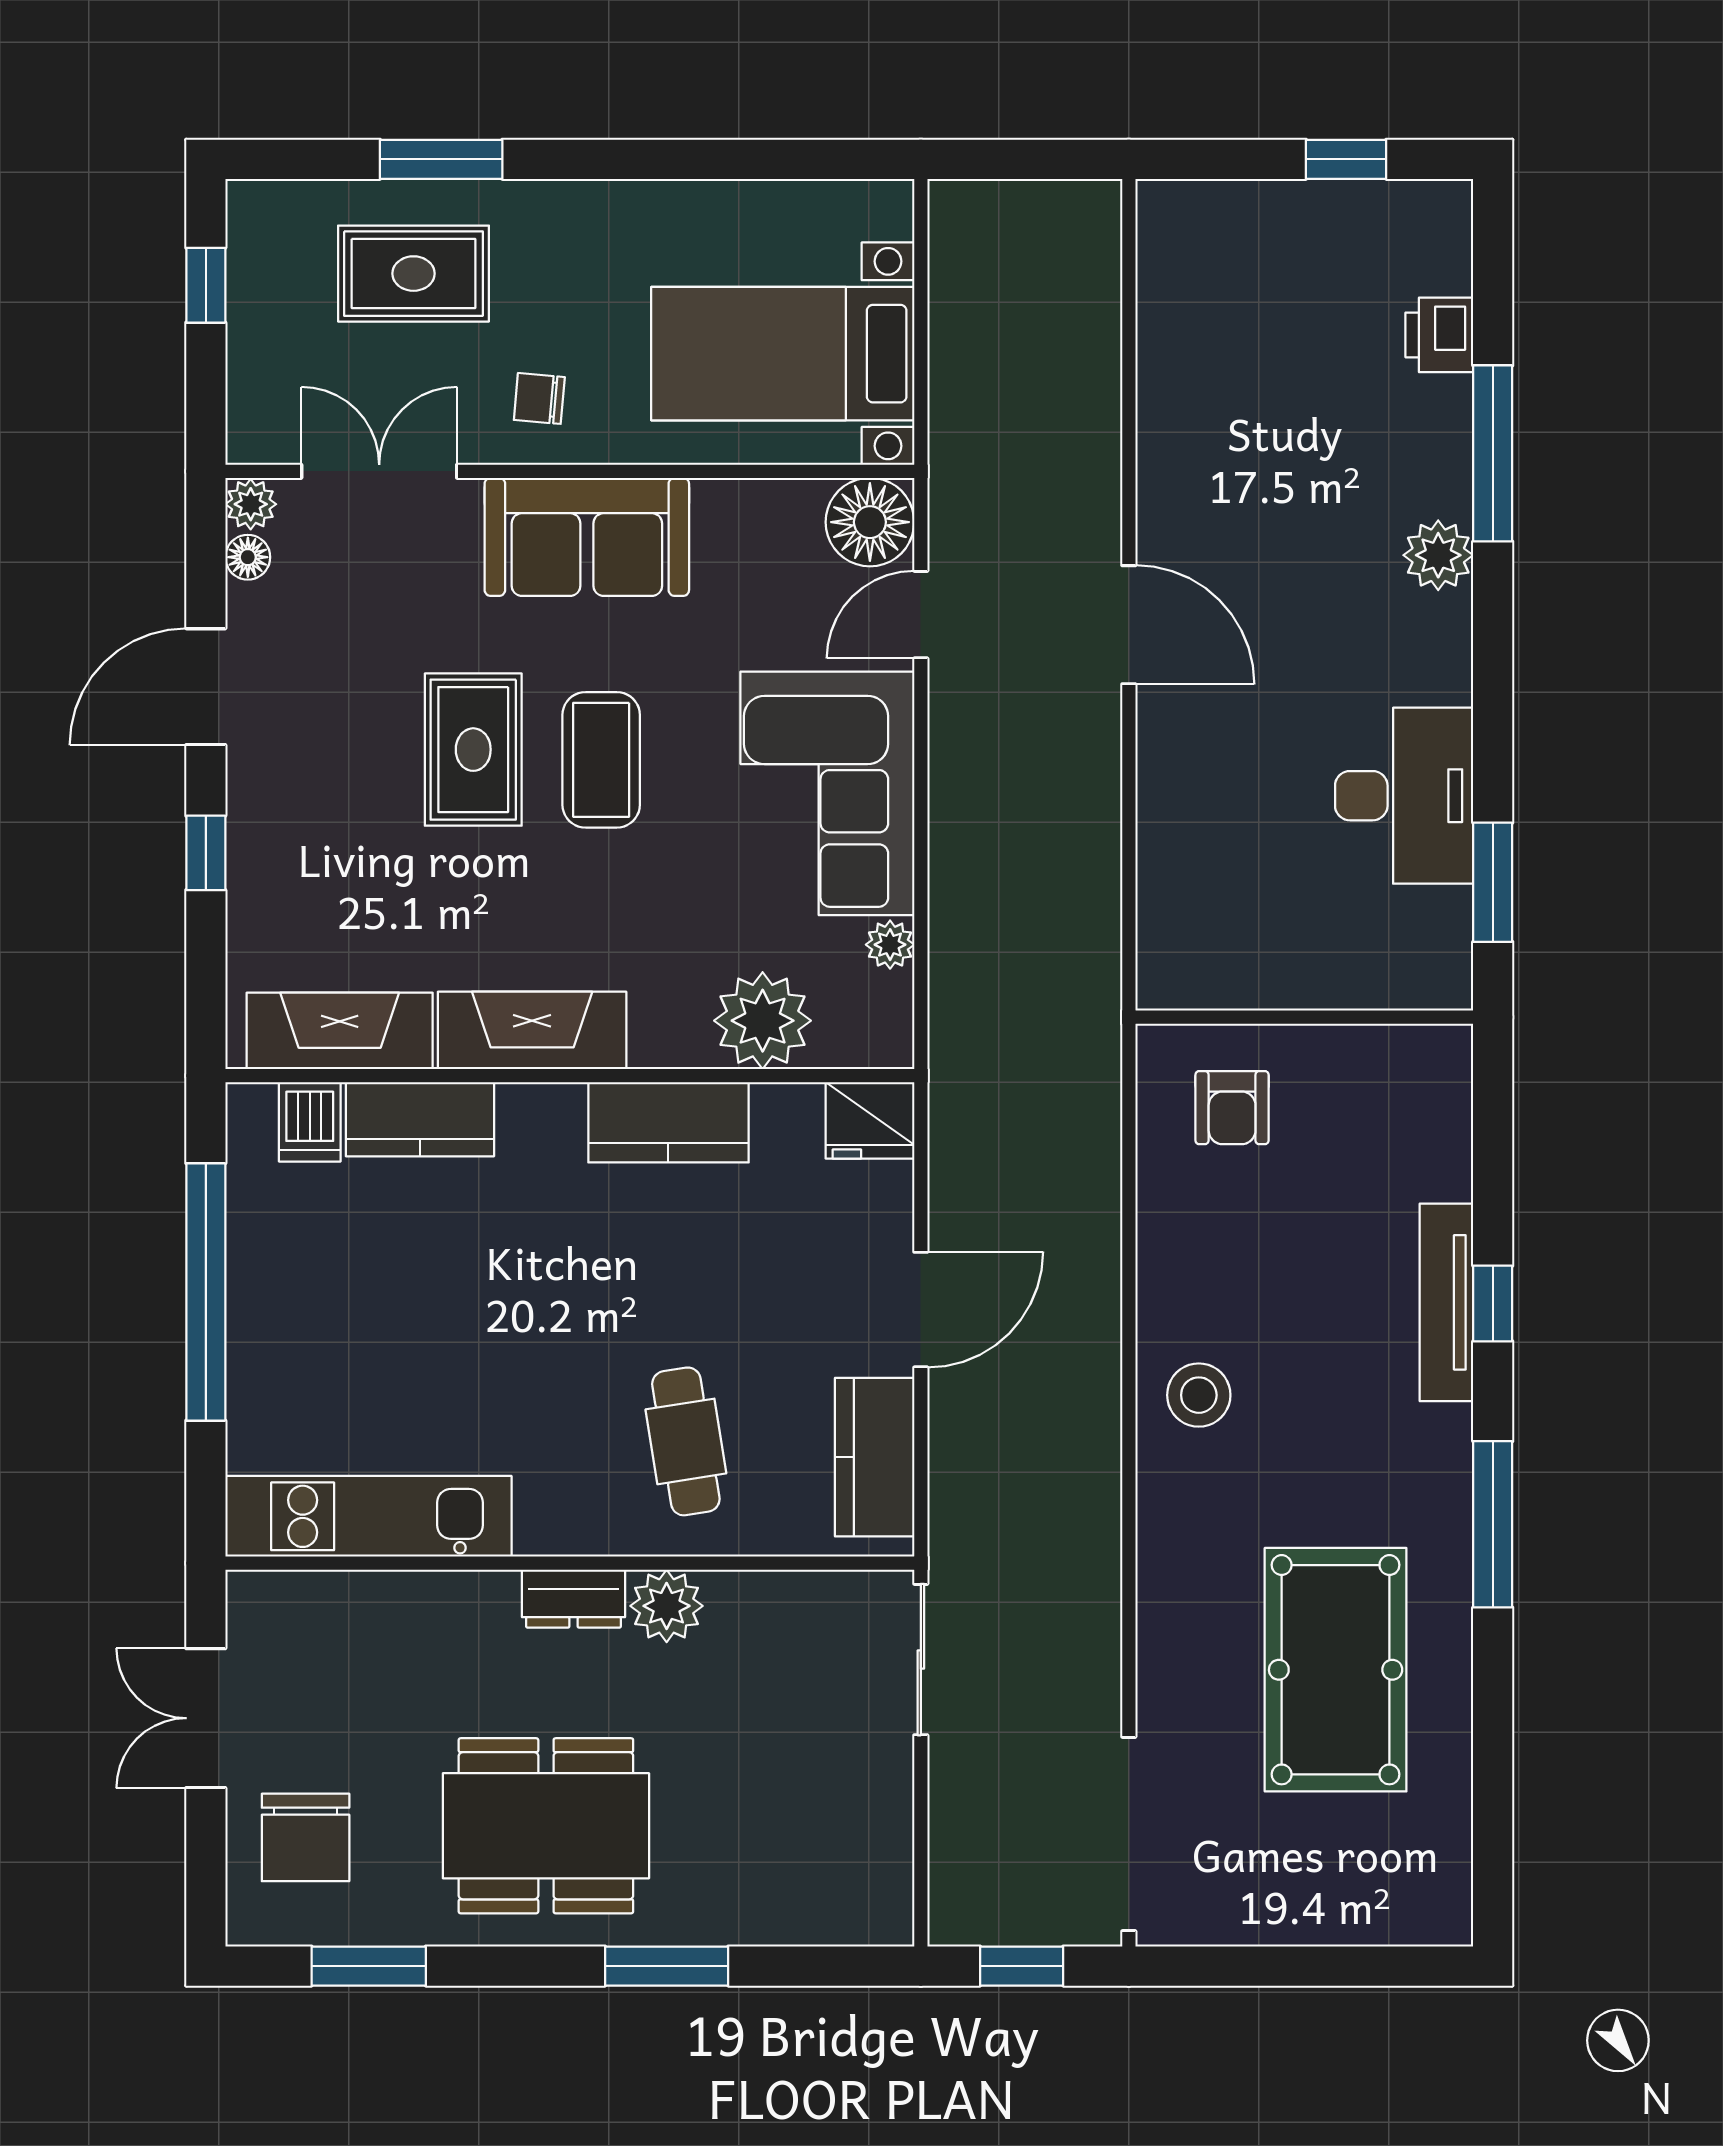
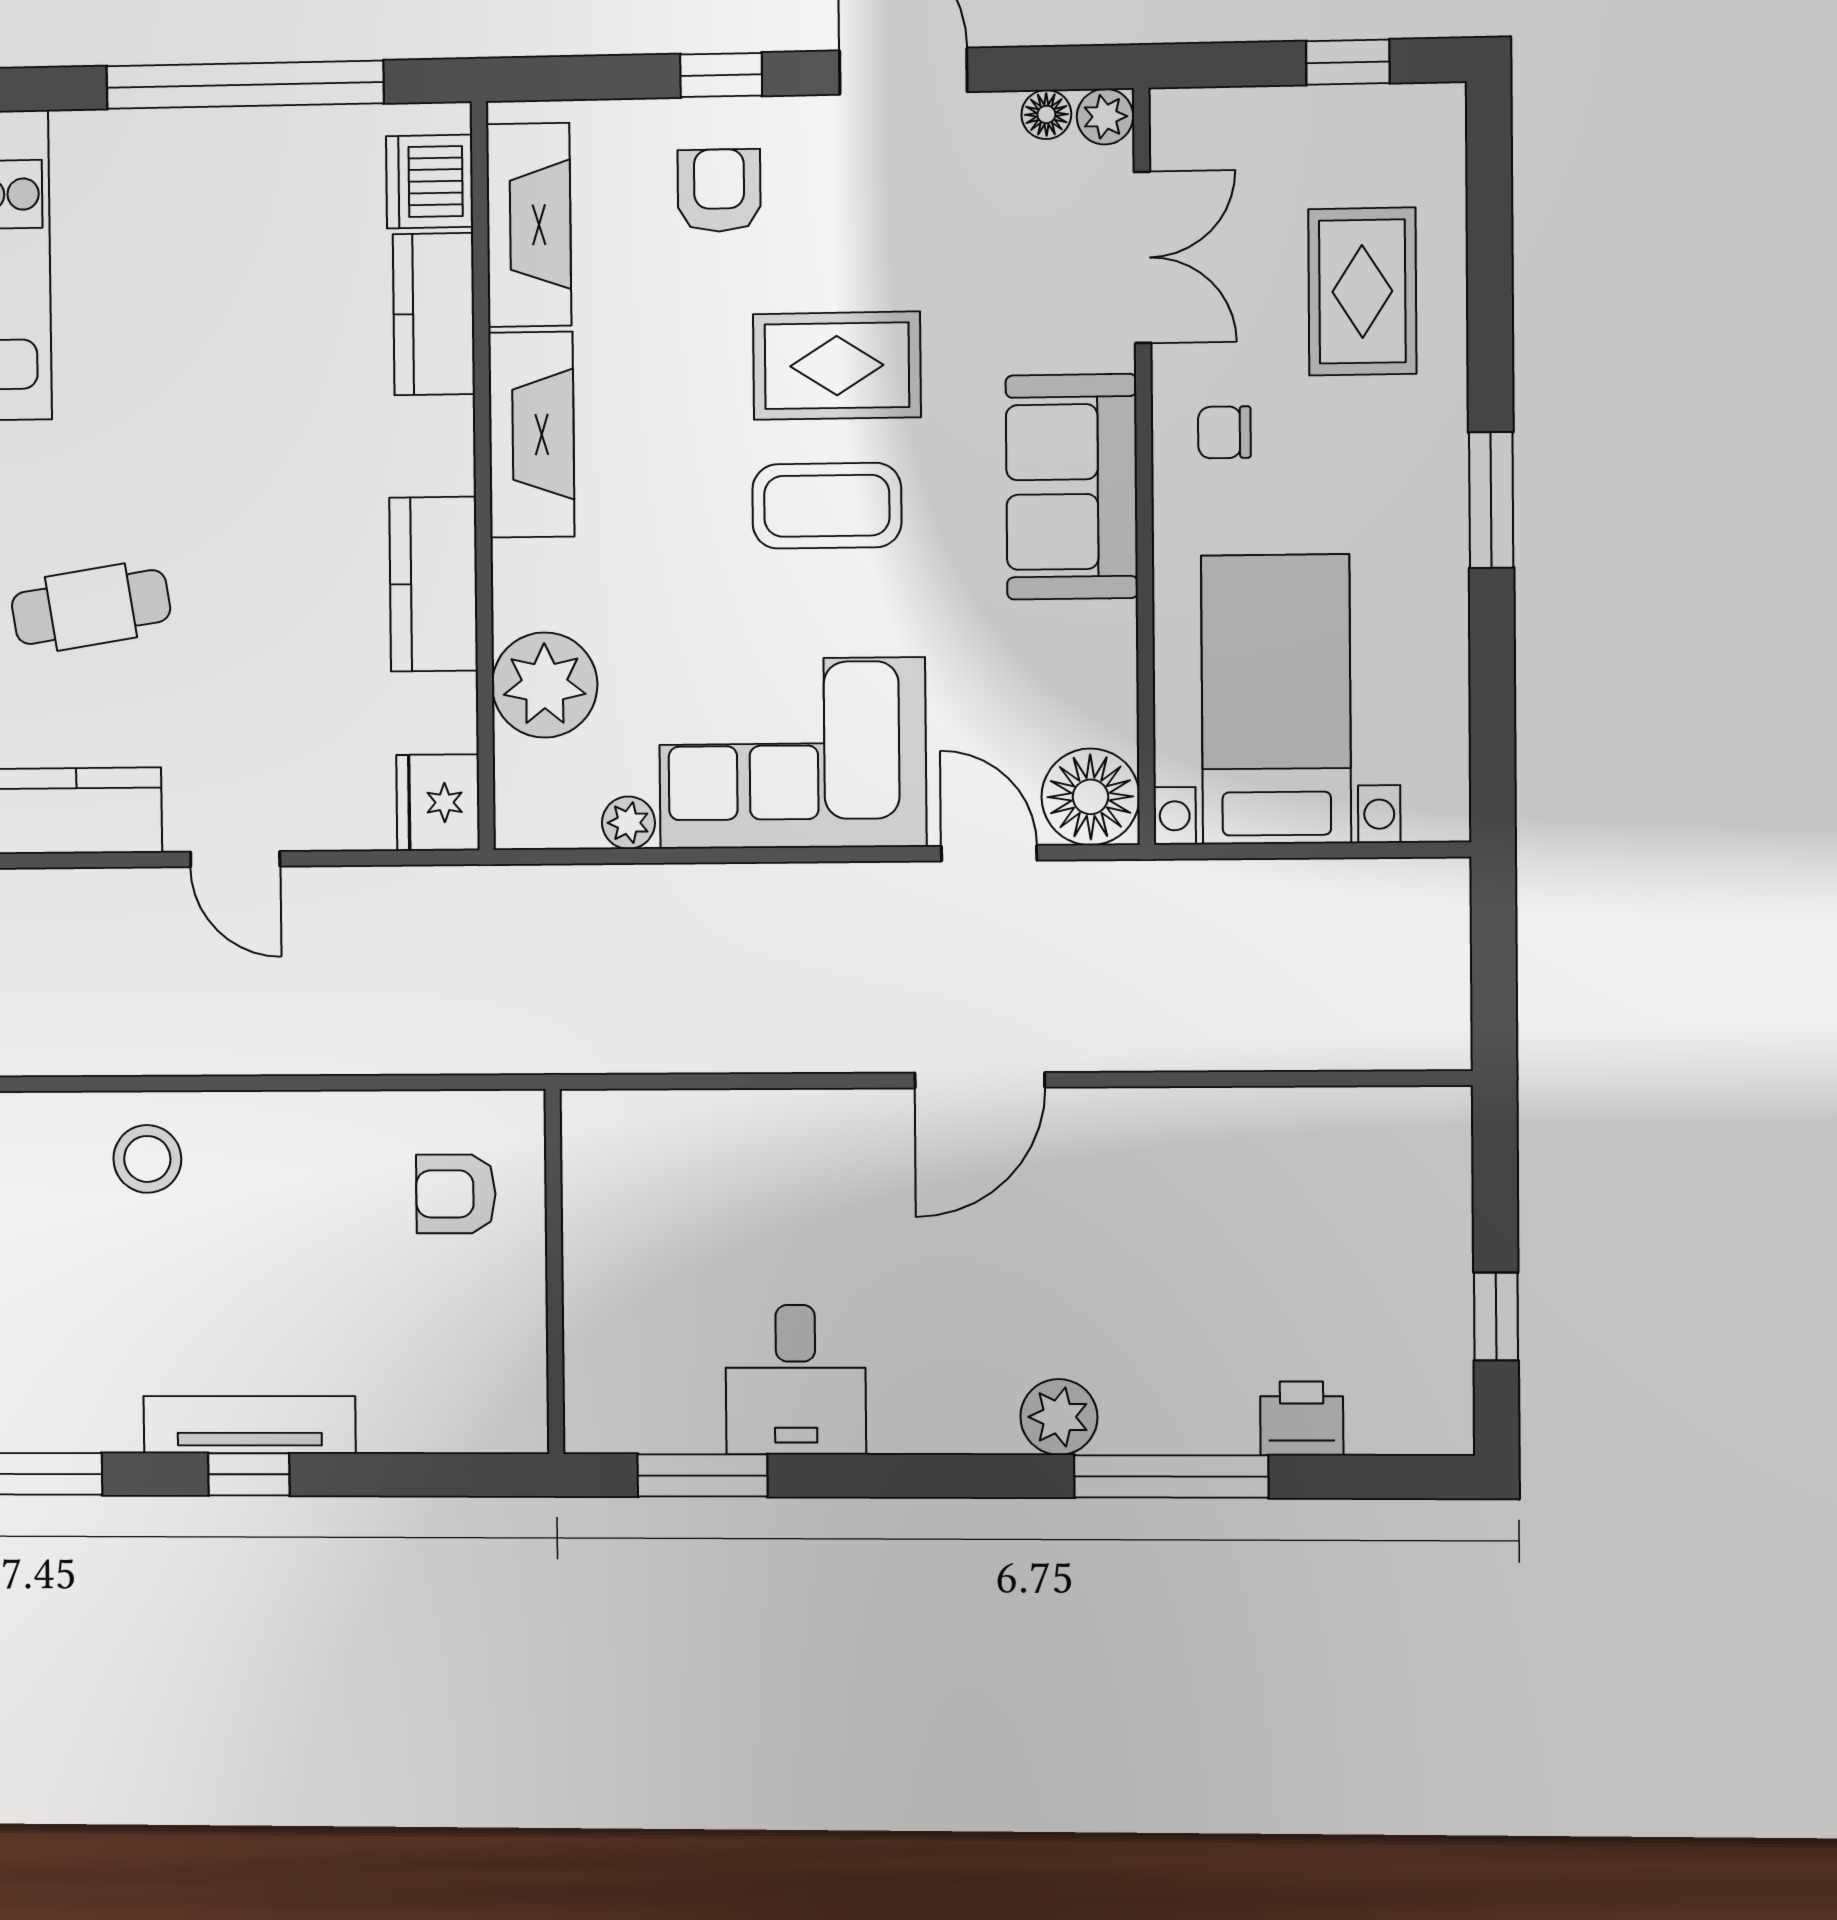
window: (441, 159) -> (1491, 500), moved
chair: (539, 398) -> (1224, 432), turned -95
desk: (1404, 796) -> (796, 1380), width x0.73
armchair: (311, 856) -> (719, 191), added
dishwasher: (310, 1122) -> (430, 182), width x1.38
door: (921, 1310) -> (235, 859), width x0.73

